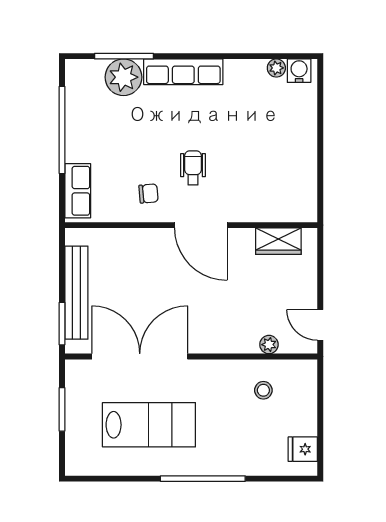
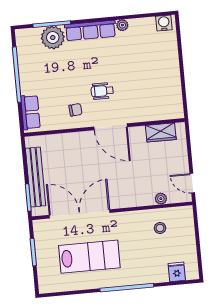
plant: (276, 68) -> (122, 25), moved
wheelchair: (193, 168) -> (102, 91), turned -90
fridge: (303, 449) -> (177, 272), moved, turned 90

